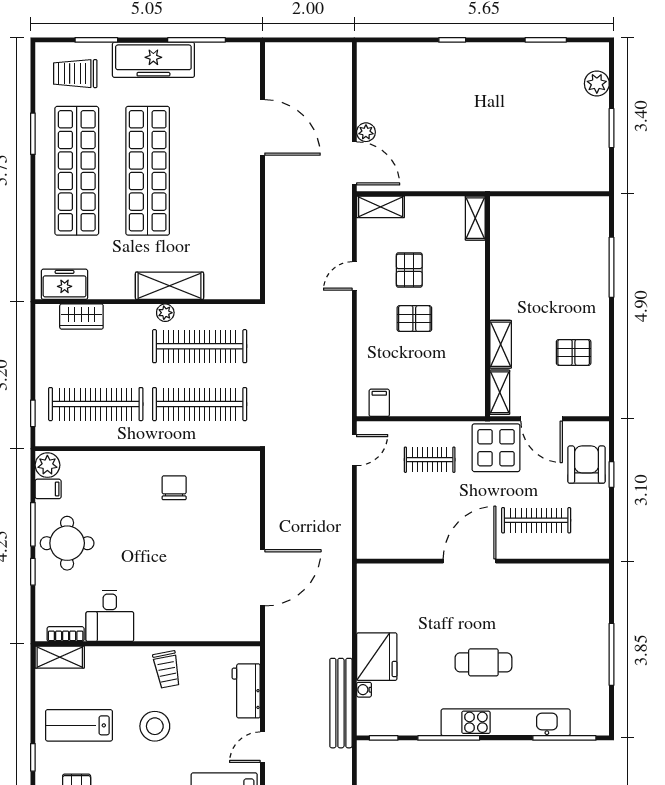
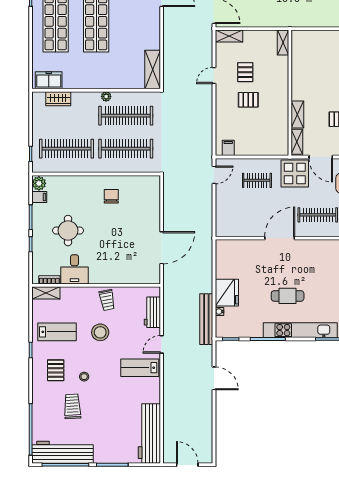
shelving: (170, 286) -> (153, 69), moved, turned 90
round table: (67, 543) -> (68, 231), moved
lab bench: (79, 725) -> (57, 332), turned 180

